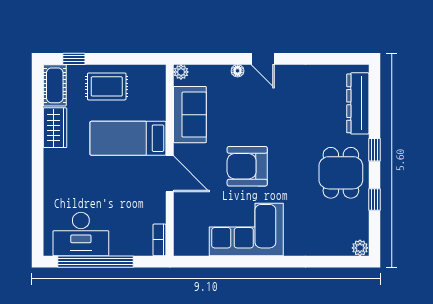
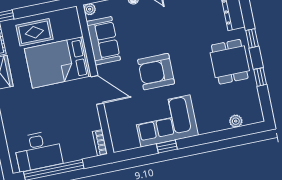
bed: (128, 138) -> (58, 62), width x1.50
plant: (360, 248) -> (236, 121), moved
window: (241, 262) -> (167, 146), added

